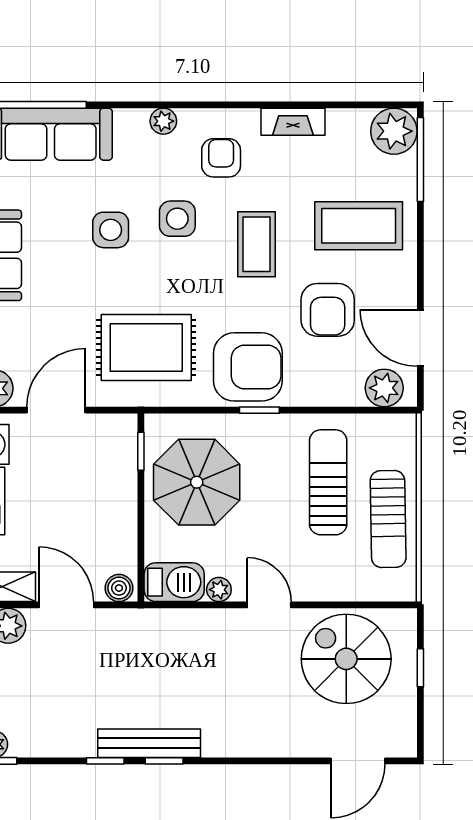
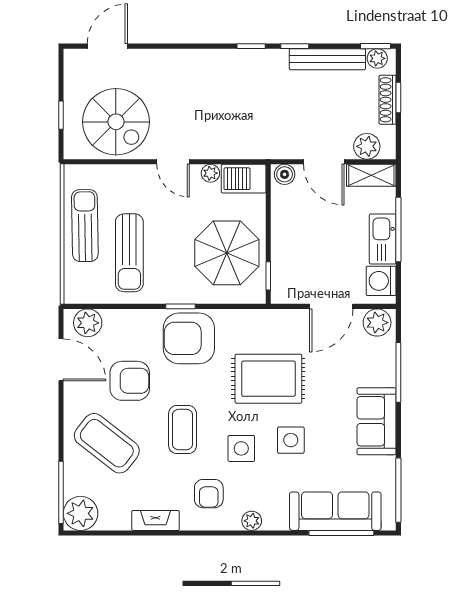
coffee table: (359, 226) -> (107, 443), turned 38
armchair: (328, 310) -> (130, 381), turned 90
rug: (146, 347) -> (268, 379), moved
bench: (149, 743) -> (327, 59), moved

